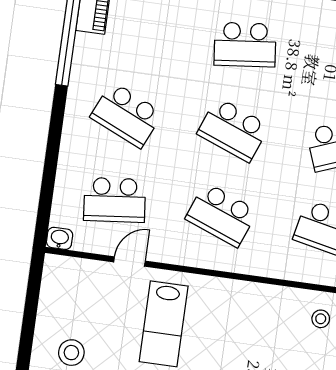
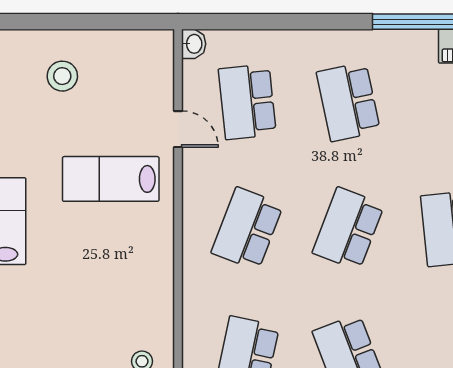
school desk: (126, 115) -> (348, 102), turned -36

